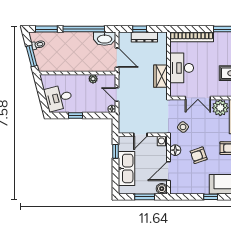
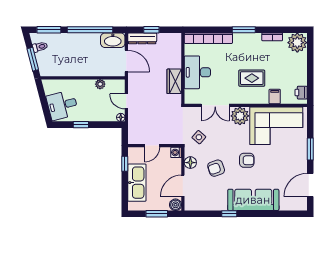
dresser: (144, 37) -> (142, 38), moved

